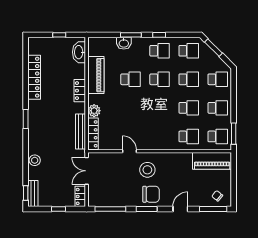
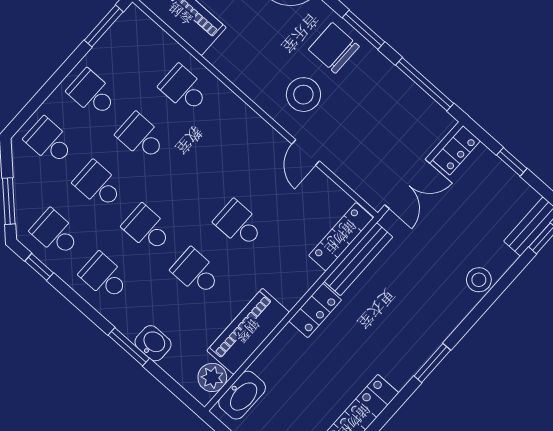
window: (159, 35) -> (39, 267), moved
locker: (80, 91) -> (315, 310), moved
plant: (94, 111) -> (212, 377), moved
school desk: (218, 136) -> (239, 224), moved

